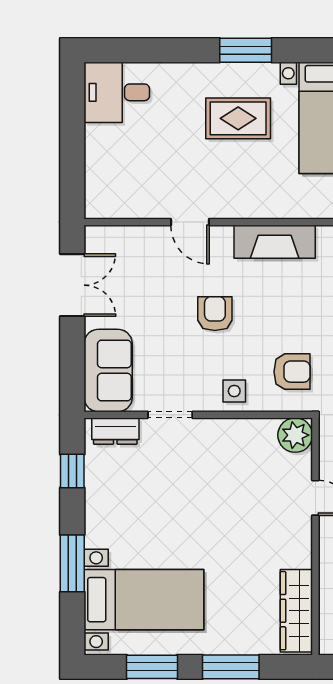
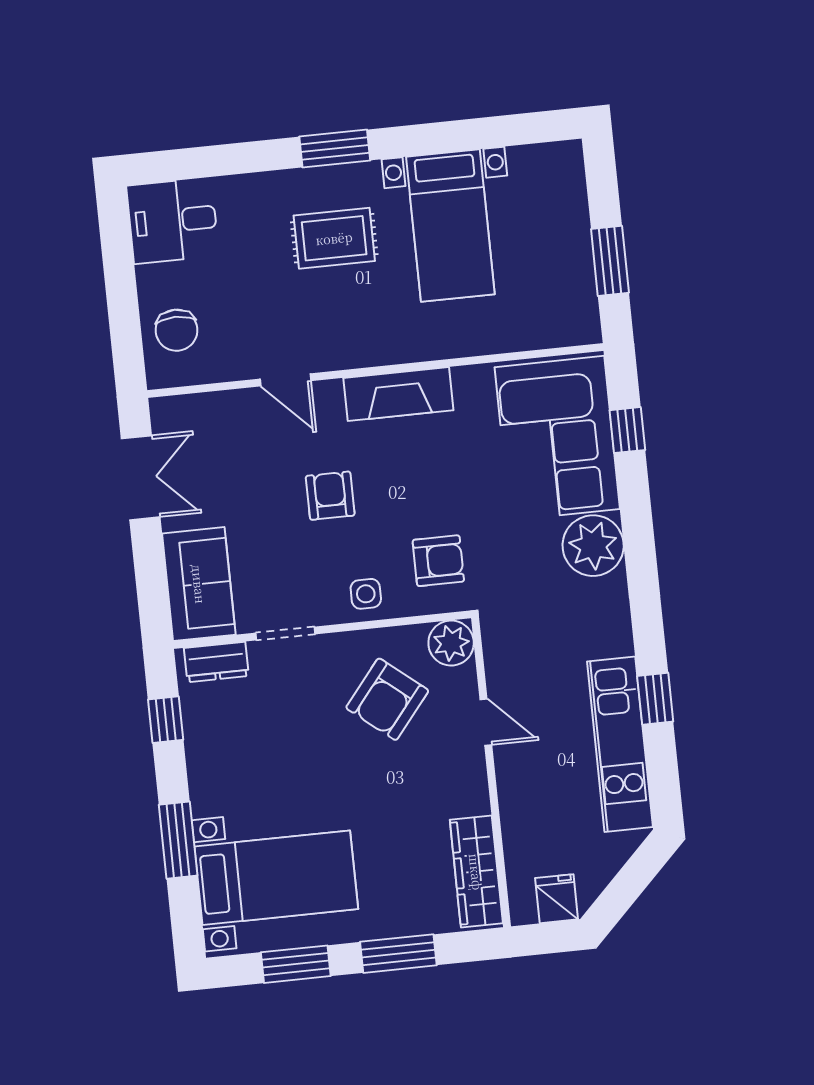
chair: (111, 176) -> (176, 330), added
armchair: (242, 473) -> (387, 699), added

